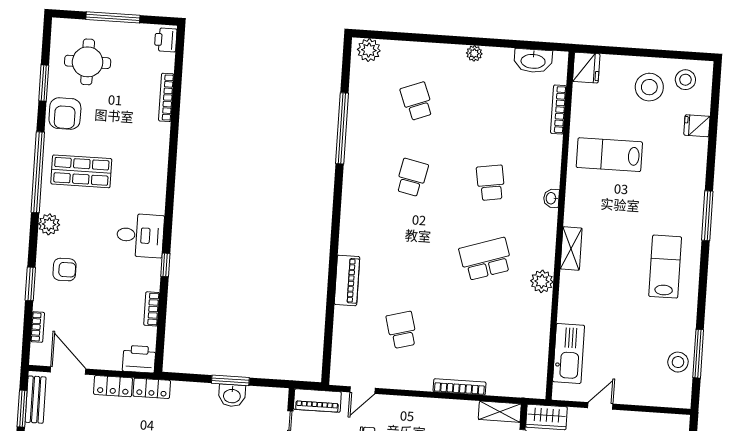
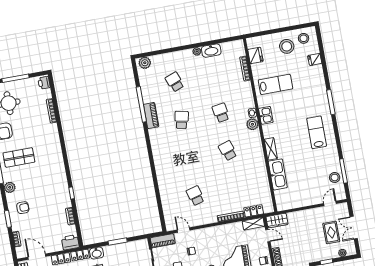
washbasin: (533, 61) -> (211, 51), moved
fridge: (586, 68) -> (255, 55), moved
lab bench: (609, 155) -> (275, 84), turned 180
kitchen sink: (576, 210) -> (266, 115), added
desk: (140, 235) -> (56, 182), removed
shelving: (571, 248) -> (271, 149), moved
school desk: (486, 259) -> (228, 151), width x0.54
piano: (347, 280) -> (151, 116), moved
plant: (542, 281) -> (252, 124), moved
kitchen sink: (569, 354) -> (278, 174), moved
locker: (506, 387) -> (254, 211), added
door: (363, 390) -> (184, 230), swing flipped
washbasin: (232, 395) -> (97, 253), moved
door: (600, 406) -> (330, 203), moved

